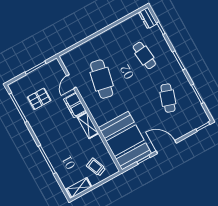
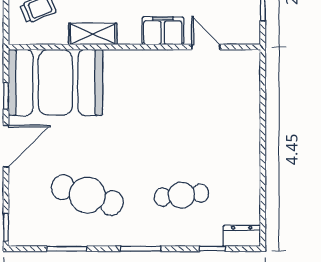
cafe table: (102, 79) -> (181, 101), removed
cafe table: (168, 98) -> (87, 195), width x1.37, depth x1.35
shelving: (88, 125) -> (93, 34), moved

